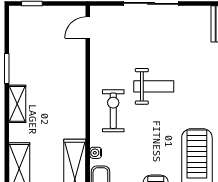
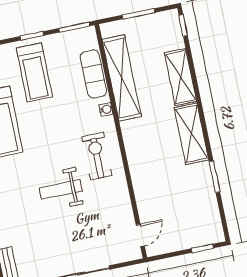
shelving: (17, 104) -> (191, 134), width x1.50, depth x1.33
exercise bike: (113, 111) -> (97, 156), turned 180

